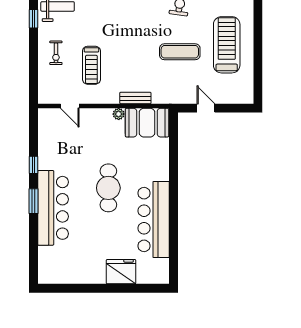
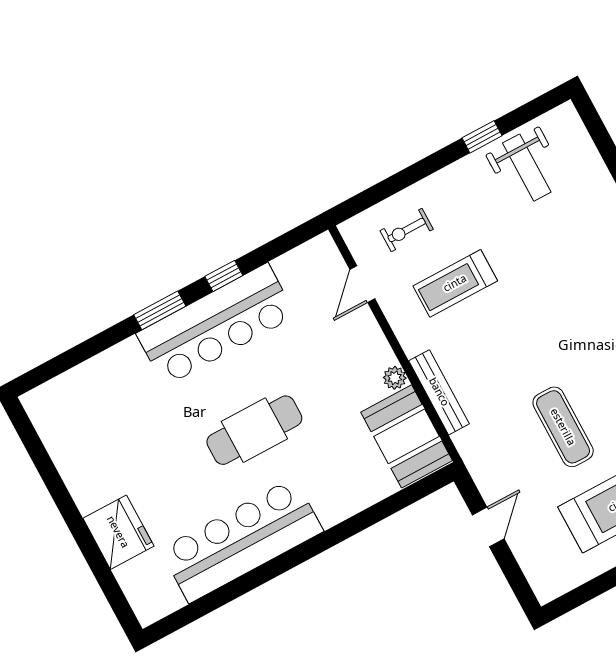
exercise bike: (56, 53) -> (407, 230), moved
bench: (135, 98) -> (439, 392), width x1.36
bar counter: (53, 208) -> (216, 325), moved

